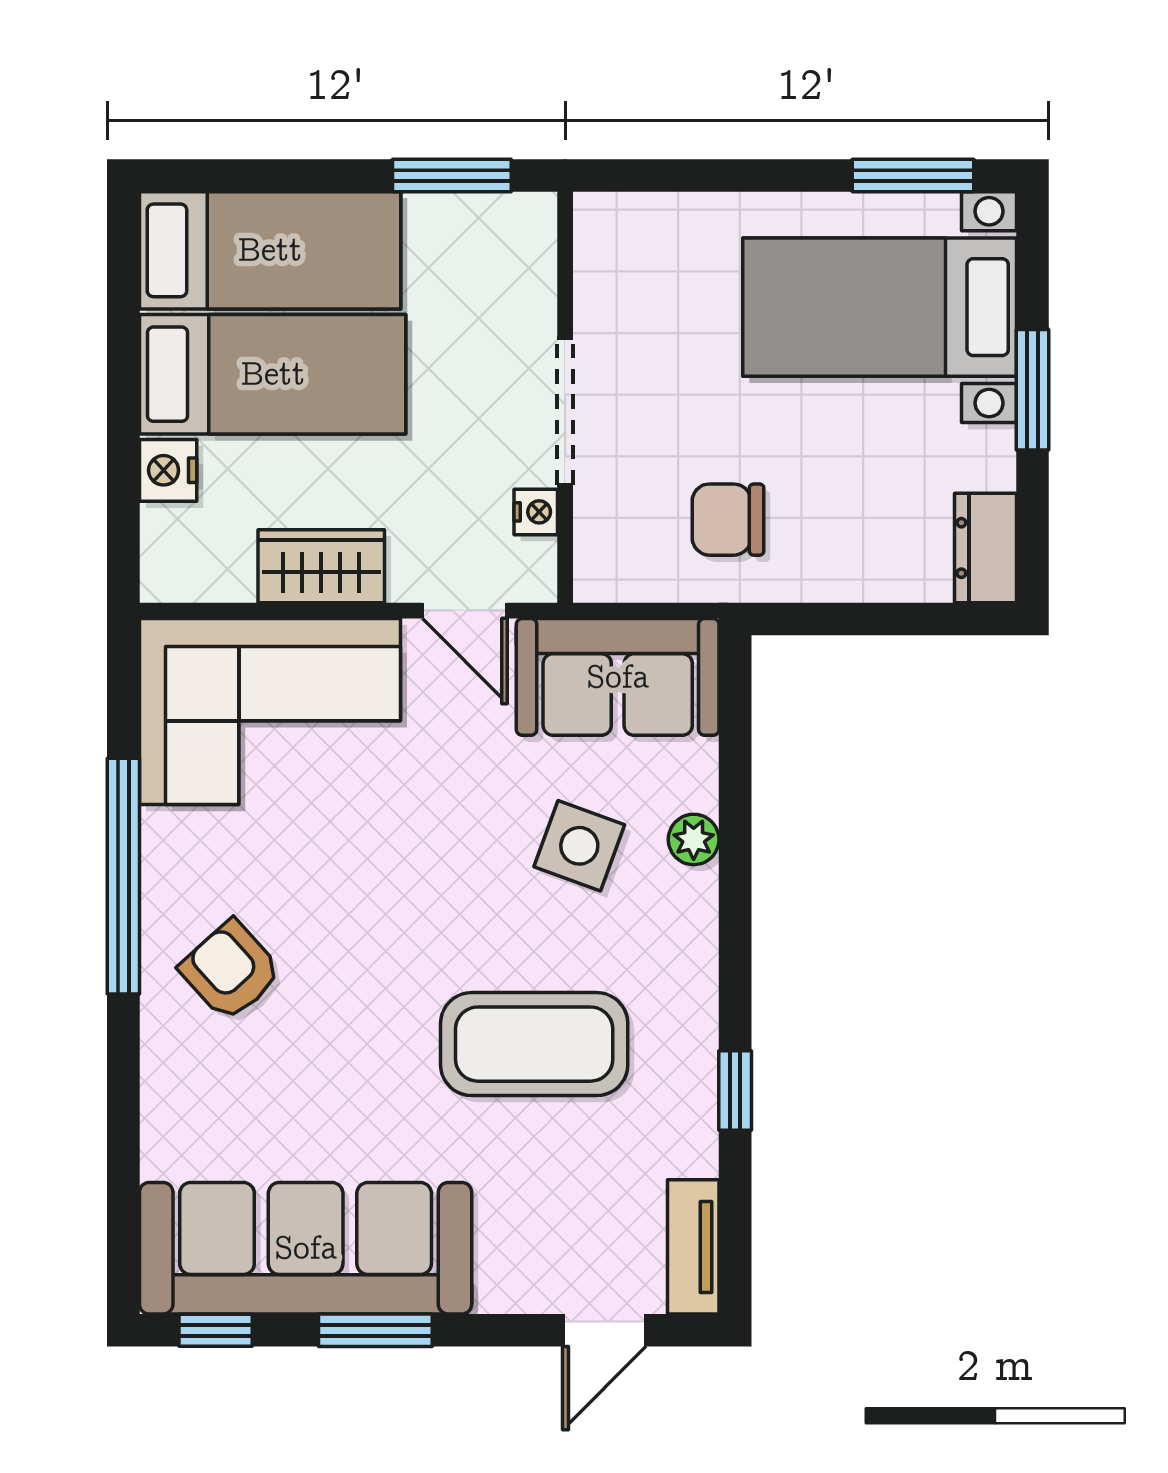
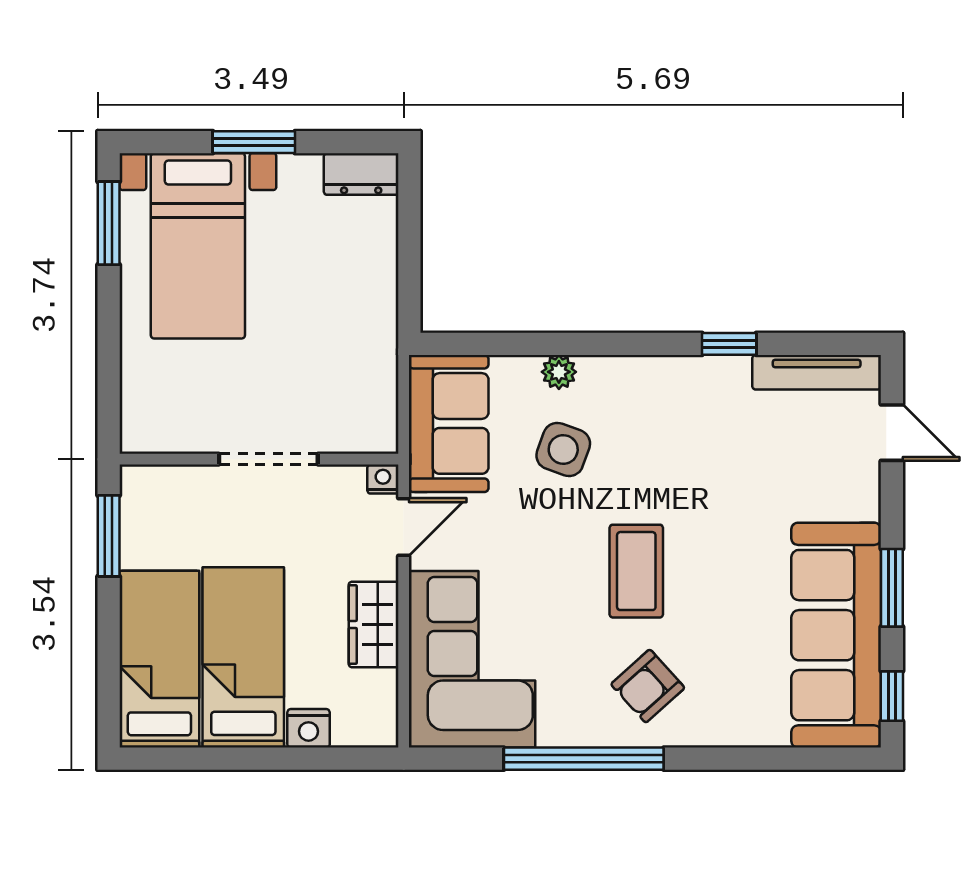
nightstand: (536, 512) -> (383, 479), moved
chair: (728, 520) -> (342, 349), removed
coffee table: (534, 1044) -> (636, 571), moved, width x0.73, depth x0.76
tv unit: (693, 1247) -> (817, 372), width x1.41

